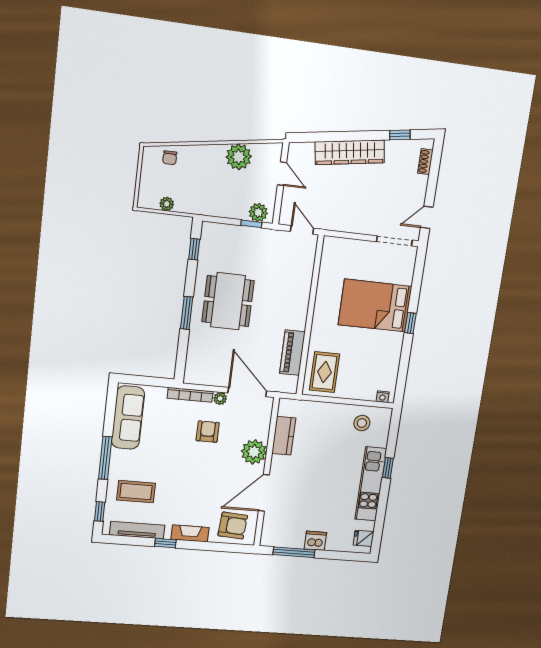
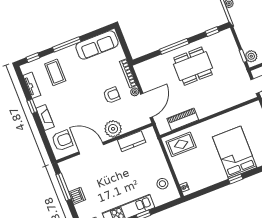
window: (187, 313) -> (174, 46), width x1.44
armchair: (233, 526) -> (62, 141), turned -94
tv unit: (137, 530) -> (32, 85), width x0.71

